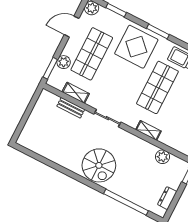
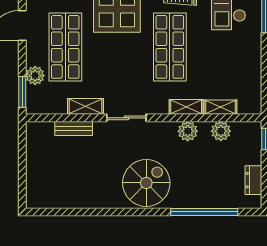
shelving: (76, 93) -> (85, 106), moved
shelving: (170, 142) -> (220, 107), added
plant: (142, 146) -> (188, 131), added
spiral stairs: (99, 165) -> (146, 183), turned -90

